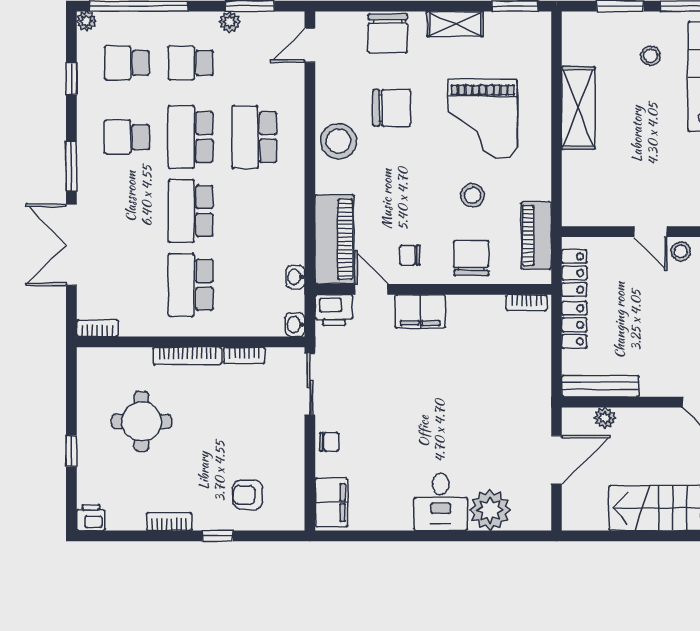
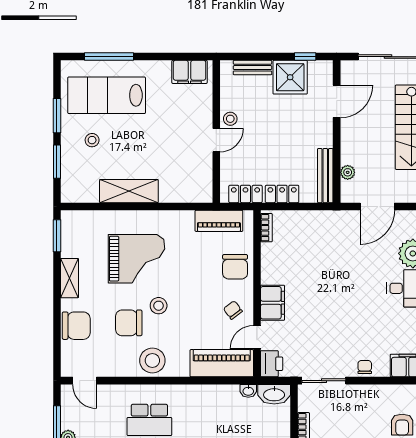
chair: (392, 108) -> (129, 323), turned -90
stool: (472, 195) -> (159, 306), moved
chair: (410, 255) -> (233, 310), turned 143
chair: (471, 258) -> (235, 267), turned -90
washbasin: (295, 325) -> (274, 394), width x1.91, depth x1.45
door: (556, 460) -> (377, 207), swing flipped

